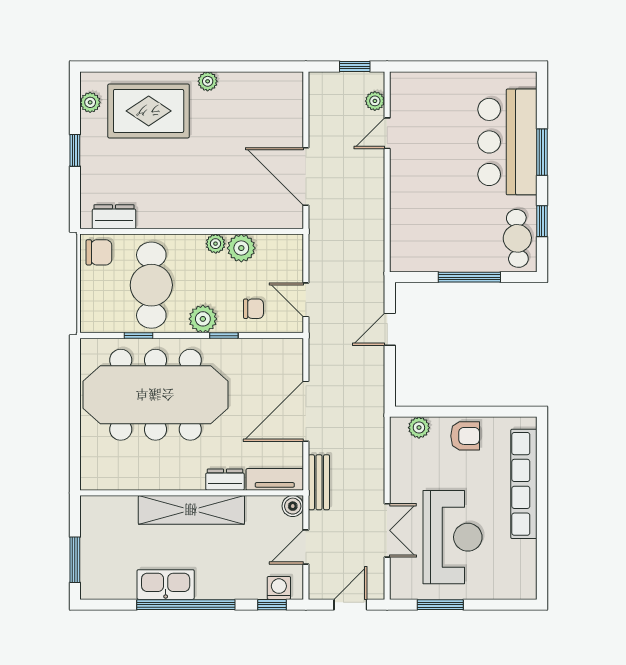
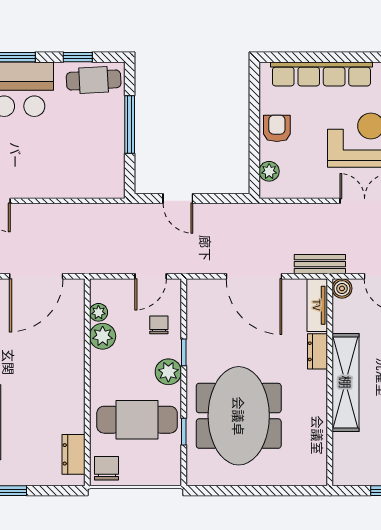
plant: (216, 244) -> (98, 312), moved
meeting table: (155, 395) -> (239, 416), width x0.73

